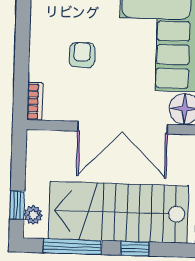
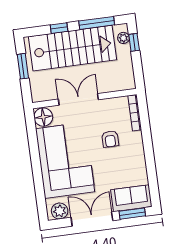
bookcase: (35, 102) -> (135, 113), width x1.56
double door: (123, 128) -> (78, 99), width x0.73

